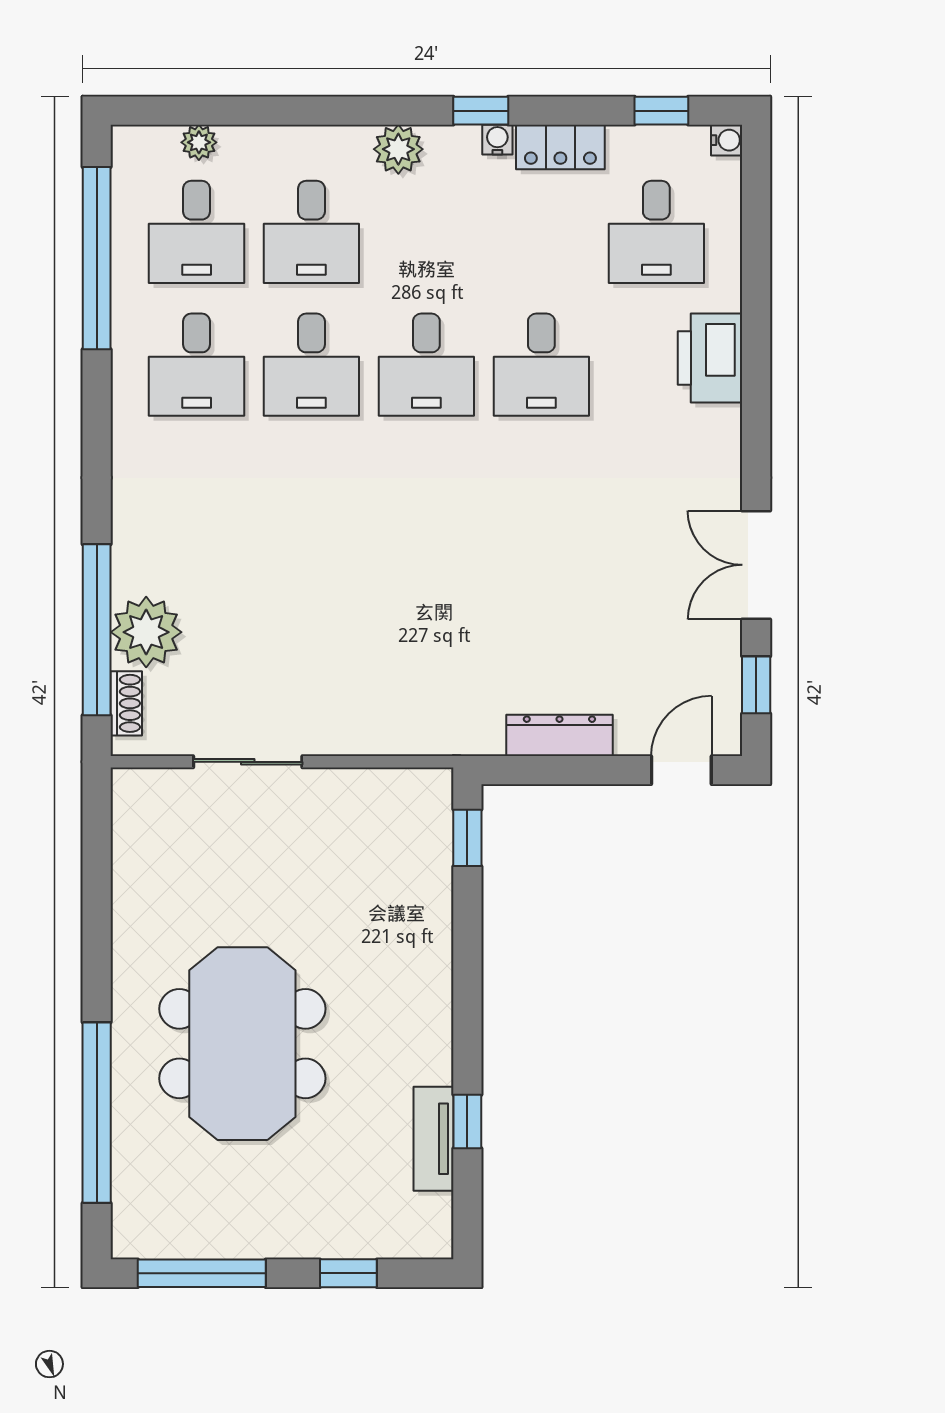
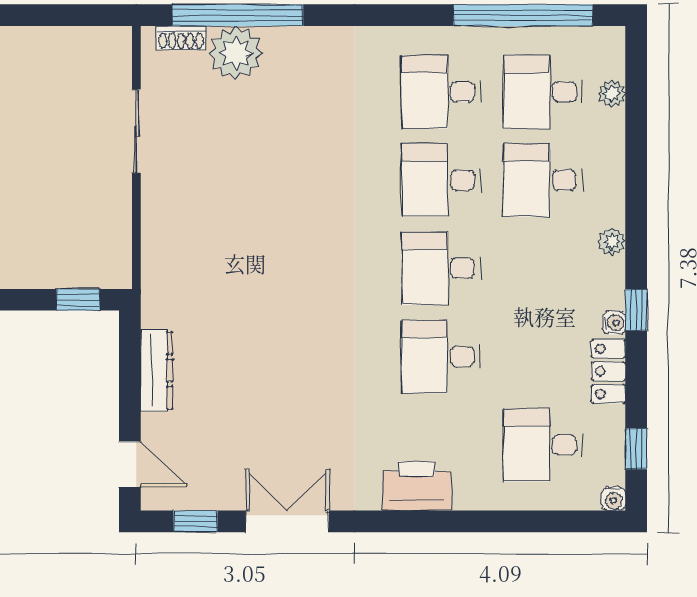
plant: (398, 149) -> (612, 242), width x0.73, depth x0.73
printer: (710, 358) -> (417, 486), moved

